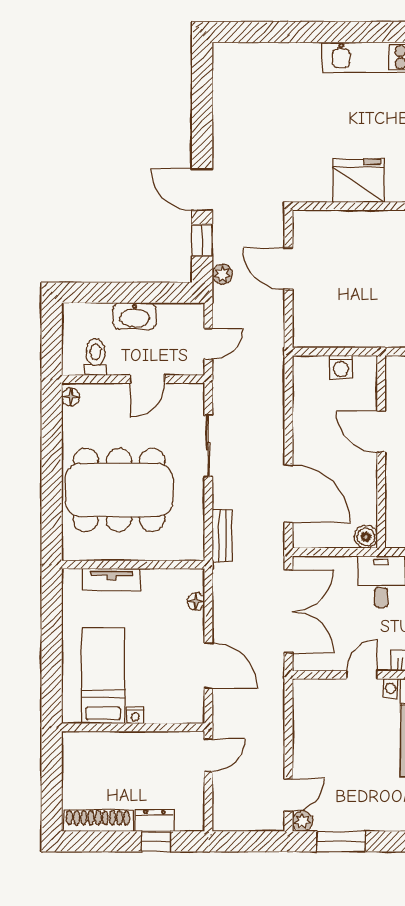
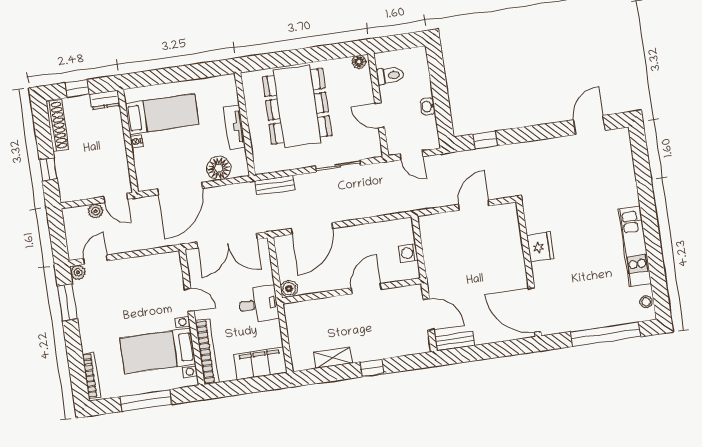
fridge: (359, 181) -> (540, 247), width x0.73, depth x0.75
door: (202, 190) -> (589, 125), moved
plant: (222, 274) -> (96, 211), moved
washbasin: (134, 316) -> (428, 106), width x0.52, depth x0.69
tv unit: (112, 579) -> (234, 127), moved
floor lamp: (196, 601) -> (219, 168), width x1.89, depth x1.89
door: (208, 666) -> (180, 189), width x1.36
window: (52, 786) -> (77, 89), added
door: (289, 795) -> (95, 260), swing flipped
dresser: (154, 820) -> (105, 100), moved, turned 90

